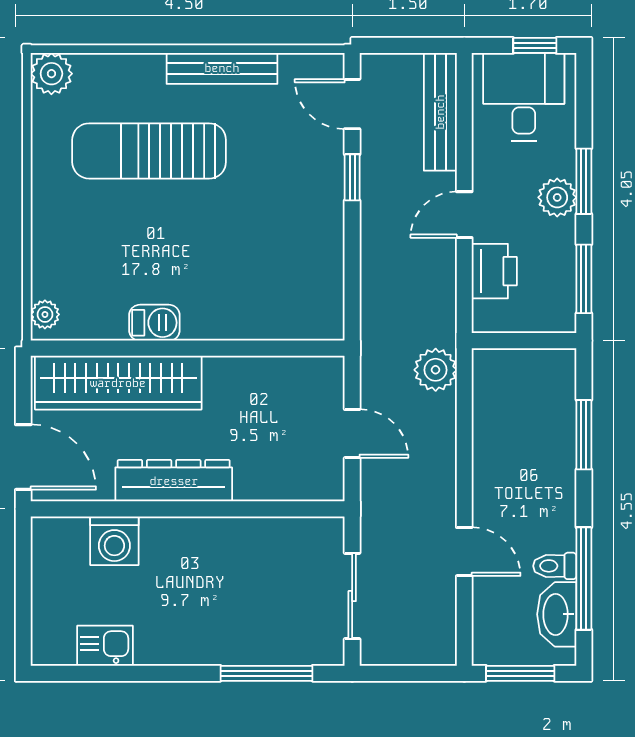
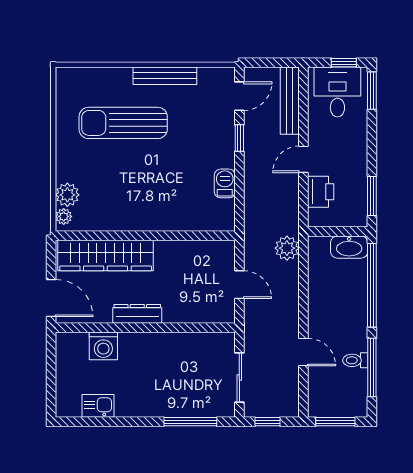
plant: (51, 74) -> (67, 195), moved
door: (352, 104) -> (239, 96), swing flipped
window: (584, 181) -> (372, 91), moved
plant: (557, 197) -> (357, 150), removed
barbecue: (154, 323) -> (225, 183), moved, turned -90
window: (584, 435) -> (372, 285), width x2.11
dresser: (174, 481) -> (137, 314), width x0.73, depth x0.80
washbasin: (557, 614) -> (349, 247), moved, turned -90
window: (401, 673) -> (268, 422), added

